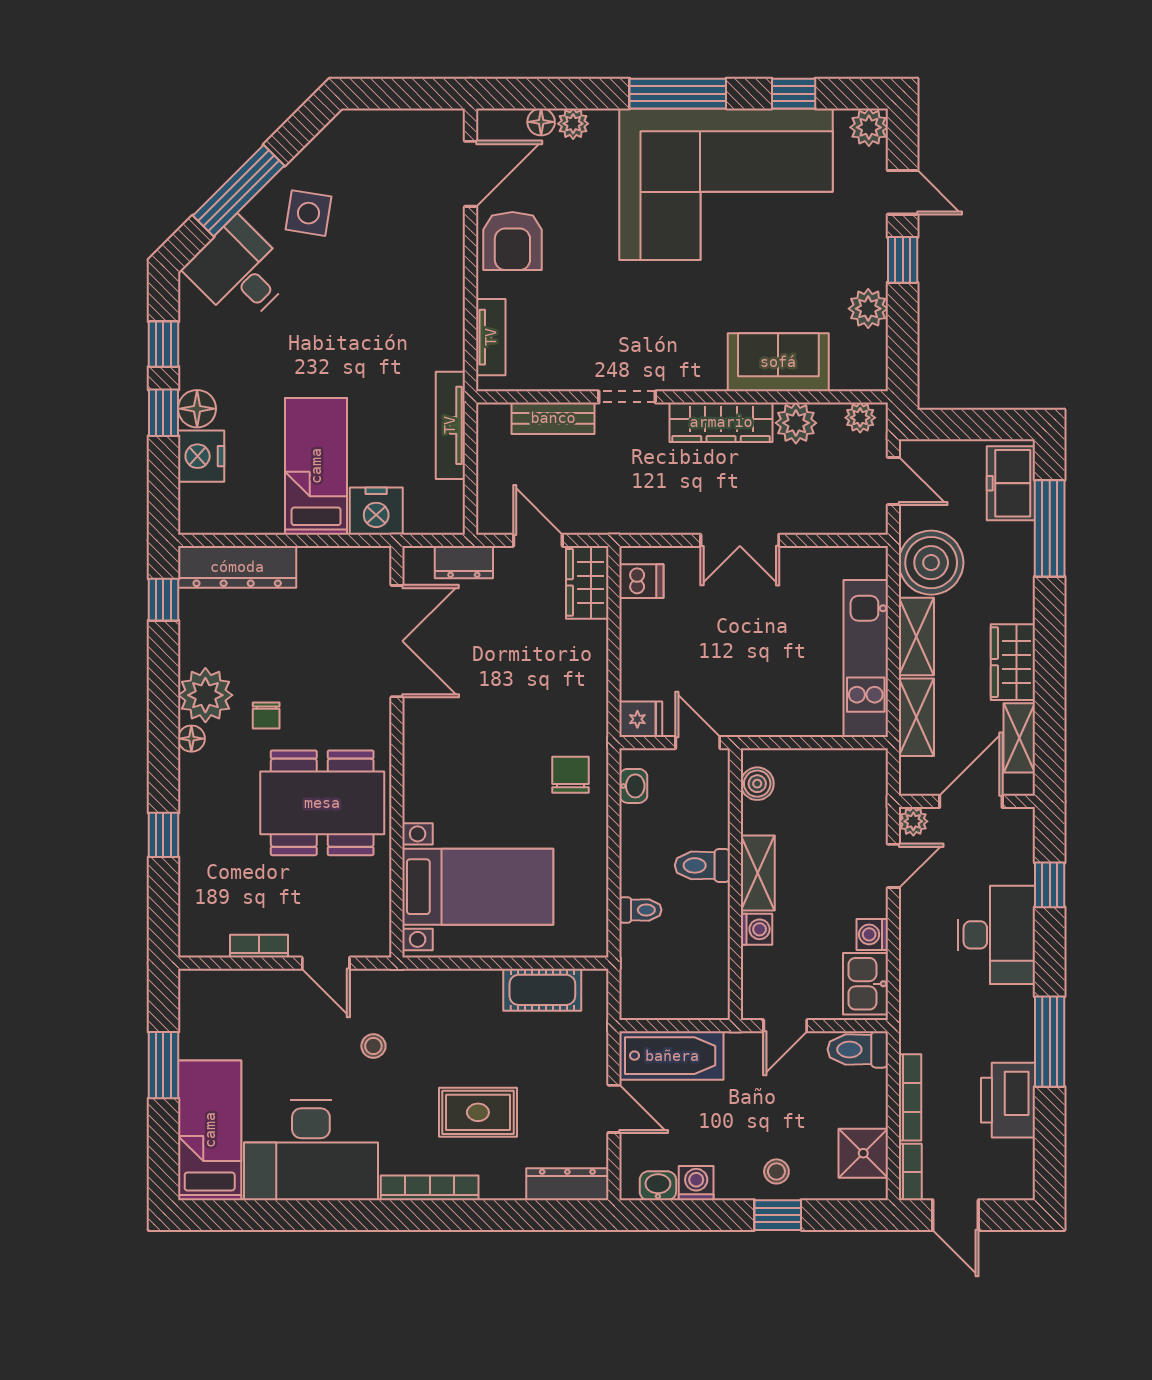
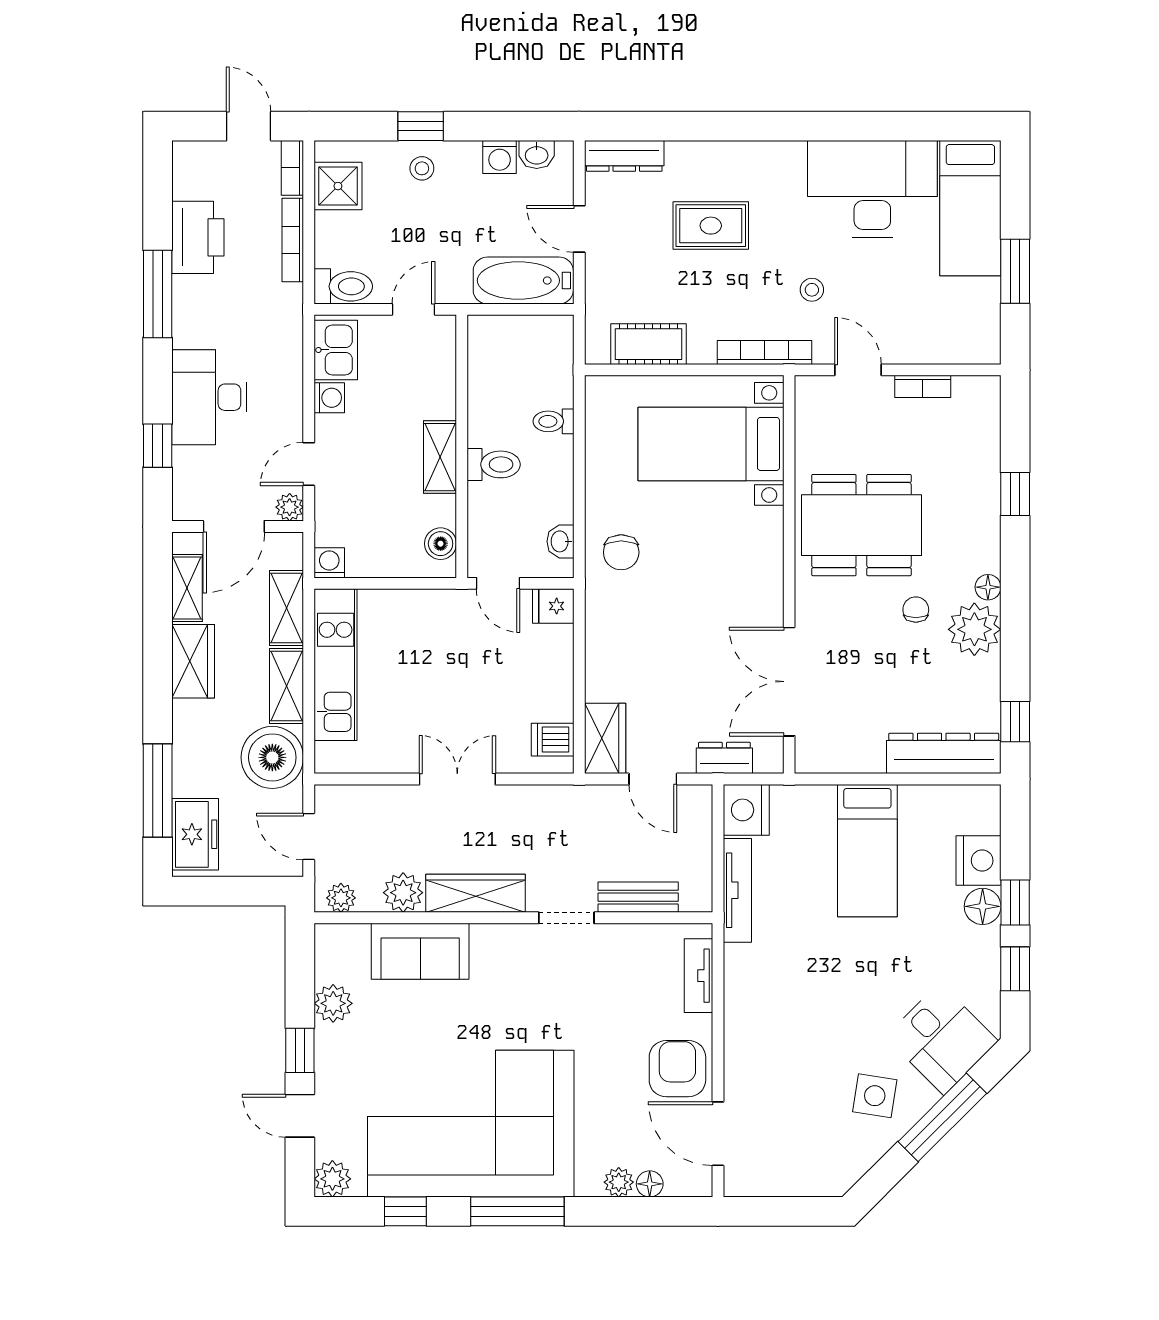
door: (471, 174) -> (718, 1134), hinge flipped
nightstand: (376, 511) -> (746, 810), moved, turned -90
washing machine: (756, 929) -> (329, 563), moved, turned 90
bookcase: (430, 1188) -> (764, 352), moved, turned 180

